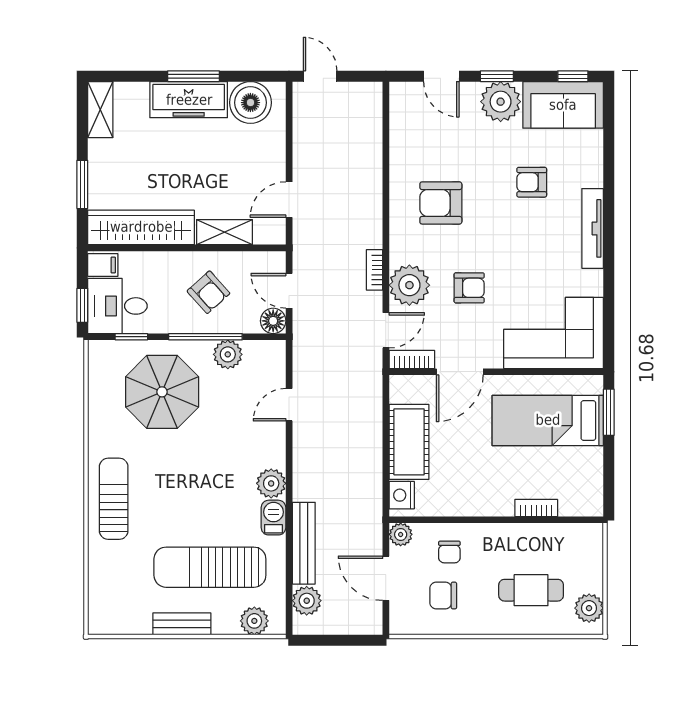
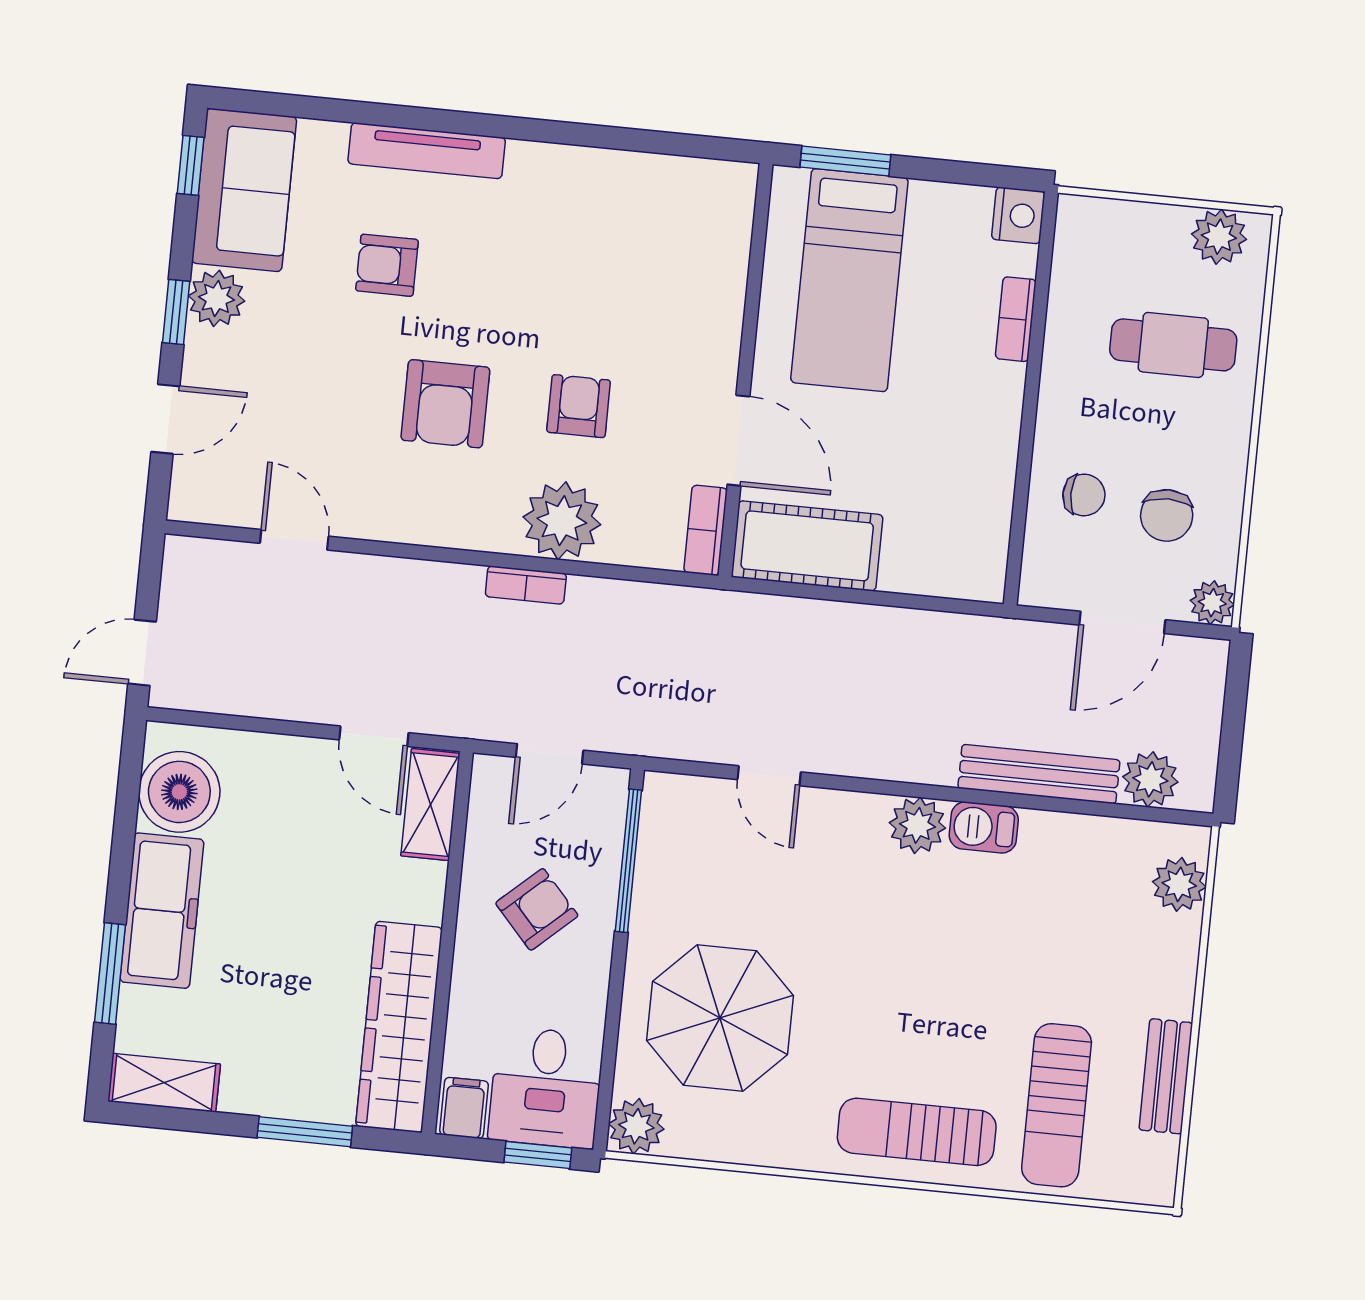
window: (193, 76) -> (110, 973), moved
plant: (501, 102) -> (216, 298), width x0.73, depth x0.73
armchair: (532, 182) -> (387, 265), turned 90
armchair: (441, 203) -> (445, 404), moved
tv unit: (593, 228) -> (427, 151), moved
shelving: (224, 232) -> (430, 805), moved
floor lamp: (273, 321) -> (604, 790), removed
door: (386, 330) -> (294, 540), moved
corner sofa: (554, 333) -> (682, 252), removed
window: (131, 337) -> (608, 1066), removed
window: (205, 337) -> (628, 861), moved
plant: (228, 354) -> (636, 1126), moved
cot: (409, 442) -> (807, 546), moved
nightstand: (402, 495) -> (1018, 215), moved, turned -90
plant: (401, 534) -> (1212, 603), moved
sun lounger: (210, 567) -> (1057, 1105), moved, width x0.73, depth x0.75
cafe table: (531, 590) -> (1173, 345), turned 90
bench: (182, 624) -> (1166, 1076), moved

